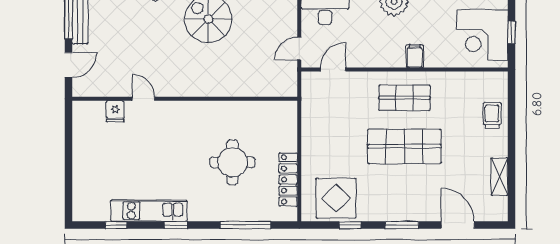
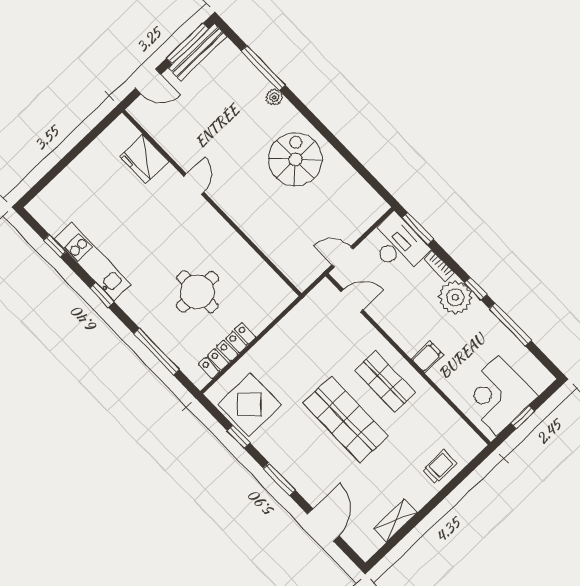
door: (143, 99) -> (194, 184), moved
fridge: (115, 111) -> (144, 159), width x1.88, depth x1.34

